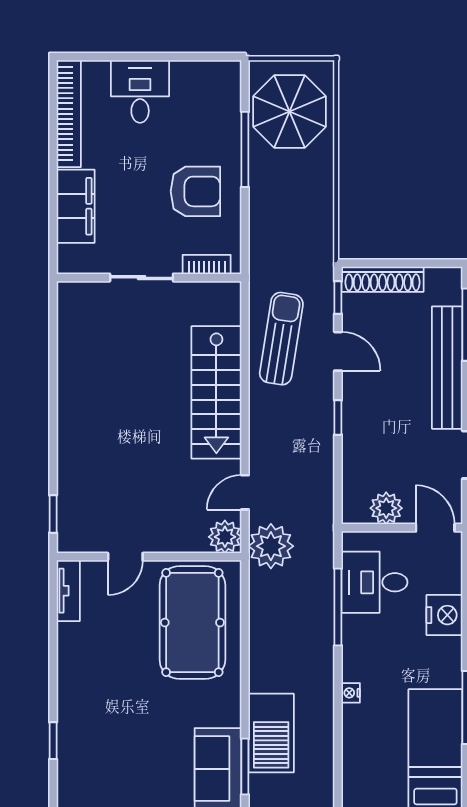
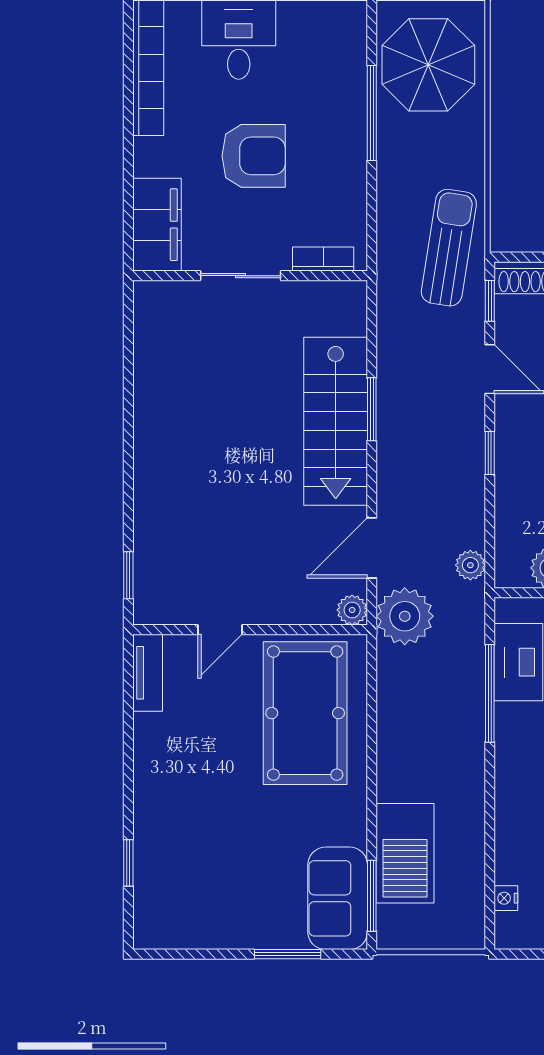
armchair: (195, 191) -> (254, 156), moved
filing cabinet: (76, 206) -> (157, 225), moved
sun lounger: (281, 339) -> (449, 248), moved
window: (245, 383) -> (372, 409), added
door: (245, 492) -> (372, 548), width x1.38
plant: (323, 506) -> (470, 565), added
plant: (225, 537) -> (352, 610), width x0.73, depth x0.73
nightstand: (351, 693) -> (506, 898), moved

